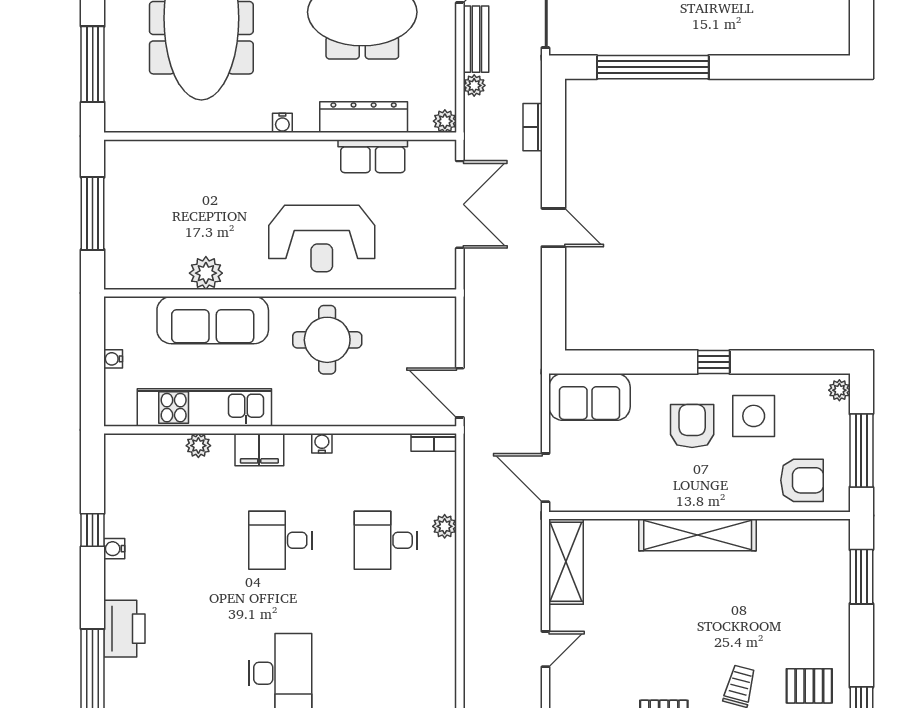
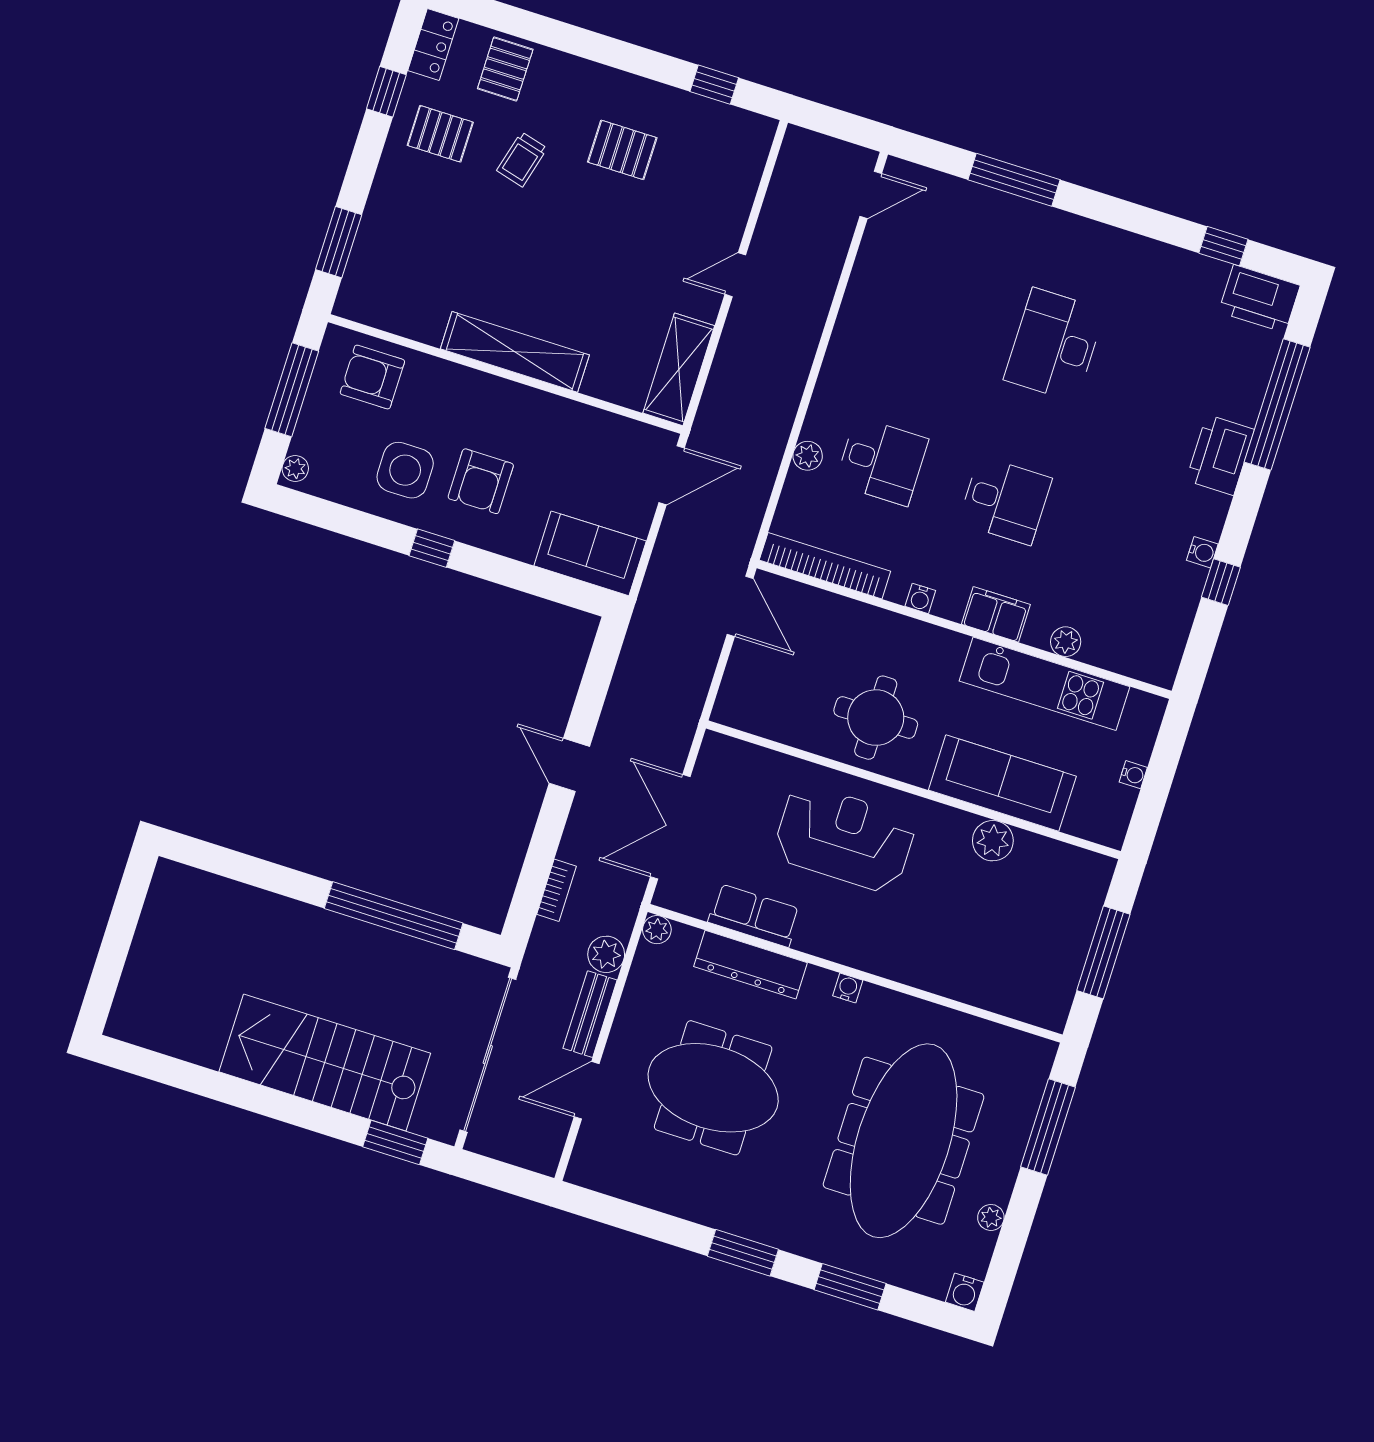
plant: (474, 85) -> (606, 954), width x1.38, depth x1.38
bookcase: (434, 442) -> (825, 566), width x2.31, depth x1.31
door: (545, 478) -> (672, 475), hinge flipped

